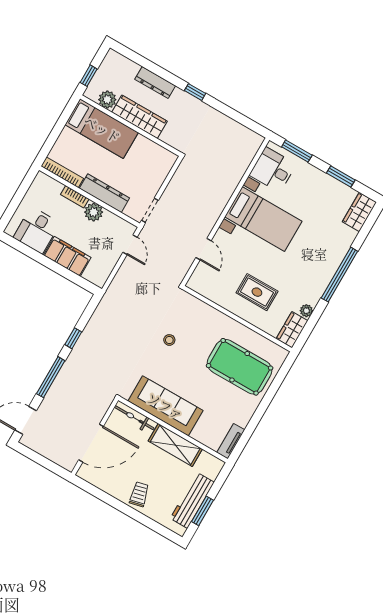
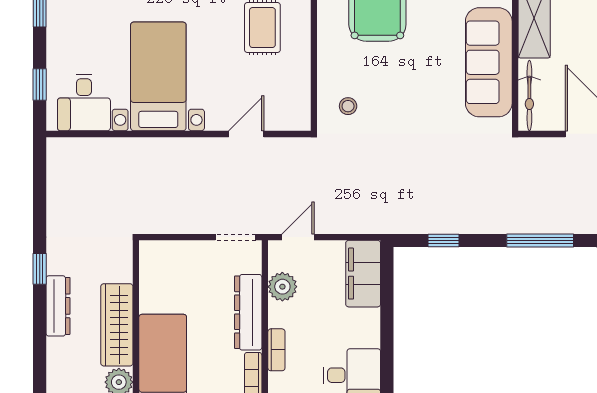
dresser: (155, 82) -> (58, 306), moved
window: (297, 151) -> (40, 84), width x0.67
plant: (94, 212) -> (282, 287), moved
filing cabinet: (67, 256) -> (363, 274), moved
window: (73, 338) -> (443, 240), moved
stool: (169, 340) -> (348, 106), moved

